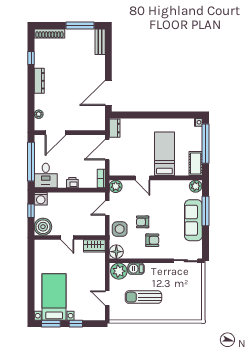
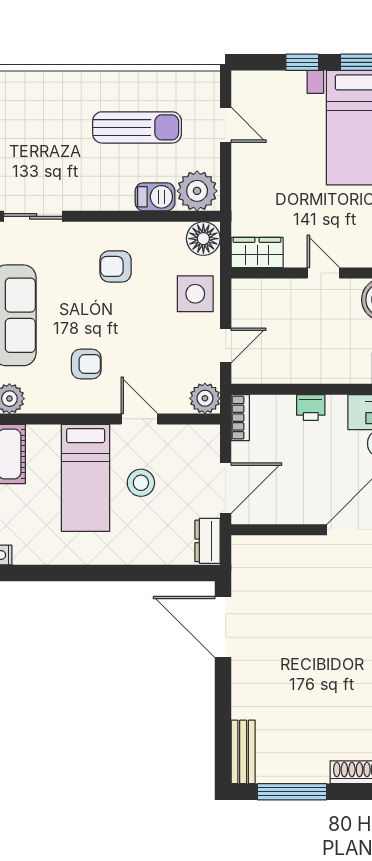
door: (108, 93) -> (223, 627), swing flipped
stool: (142, 152) -> (141, 483), added
armchair: (143, 222) -> (86, 364), moved

